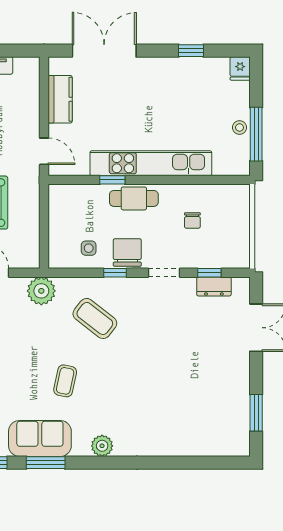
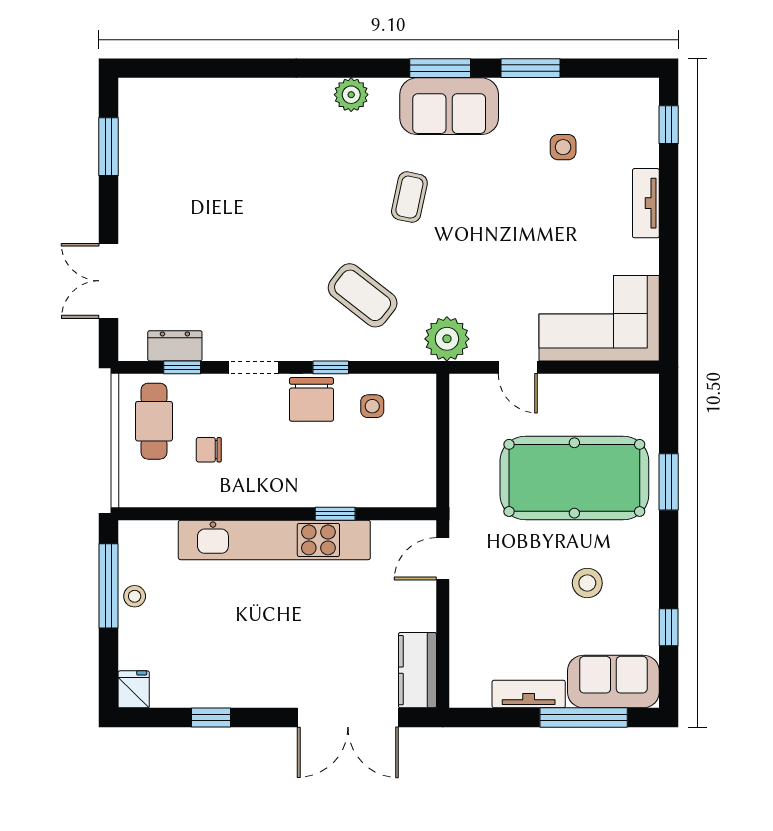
kitchen counter: (60, 99) -> (417, 670), moved
door: (44, 151) -> (443, 559), hinge flipped
cafe table: (134, 198) -> (154, 421), moved, turned 90
chair: (192, 220) -> (209, 450), turned -90

